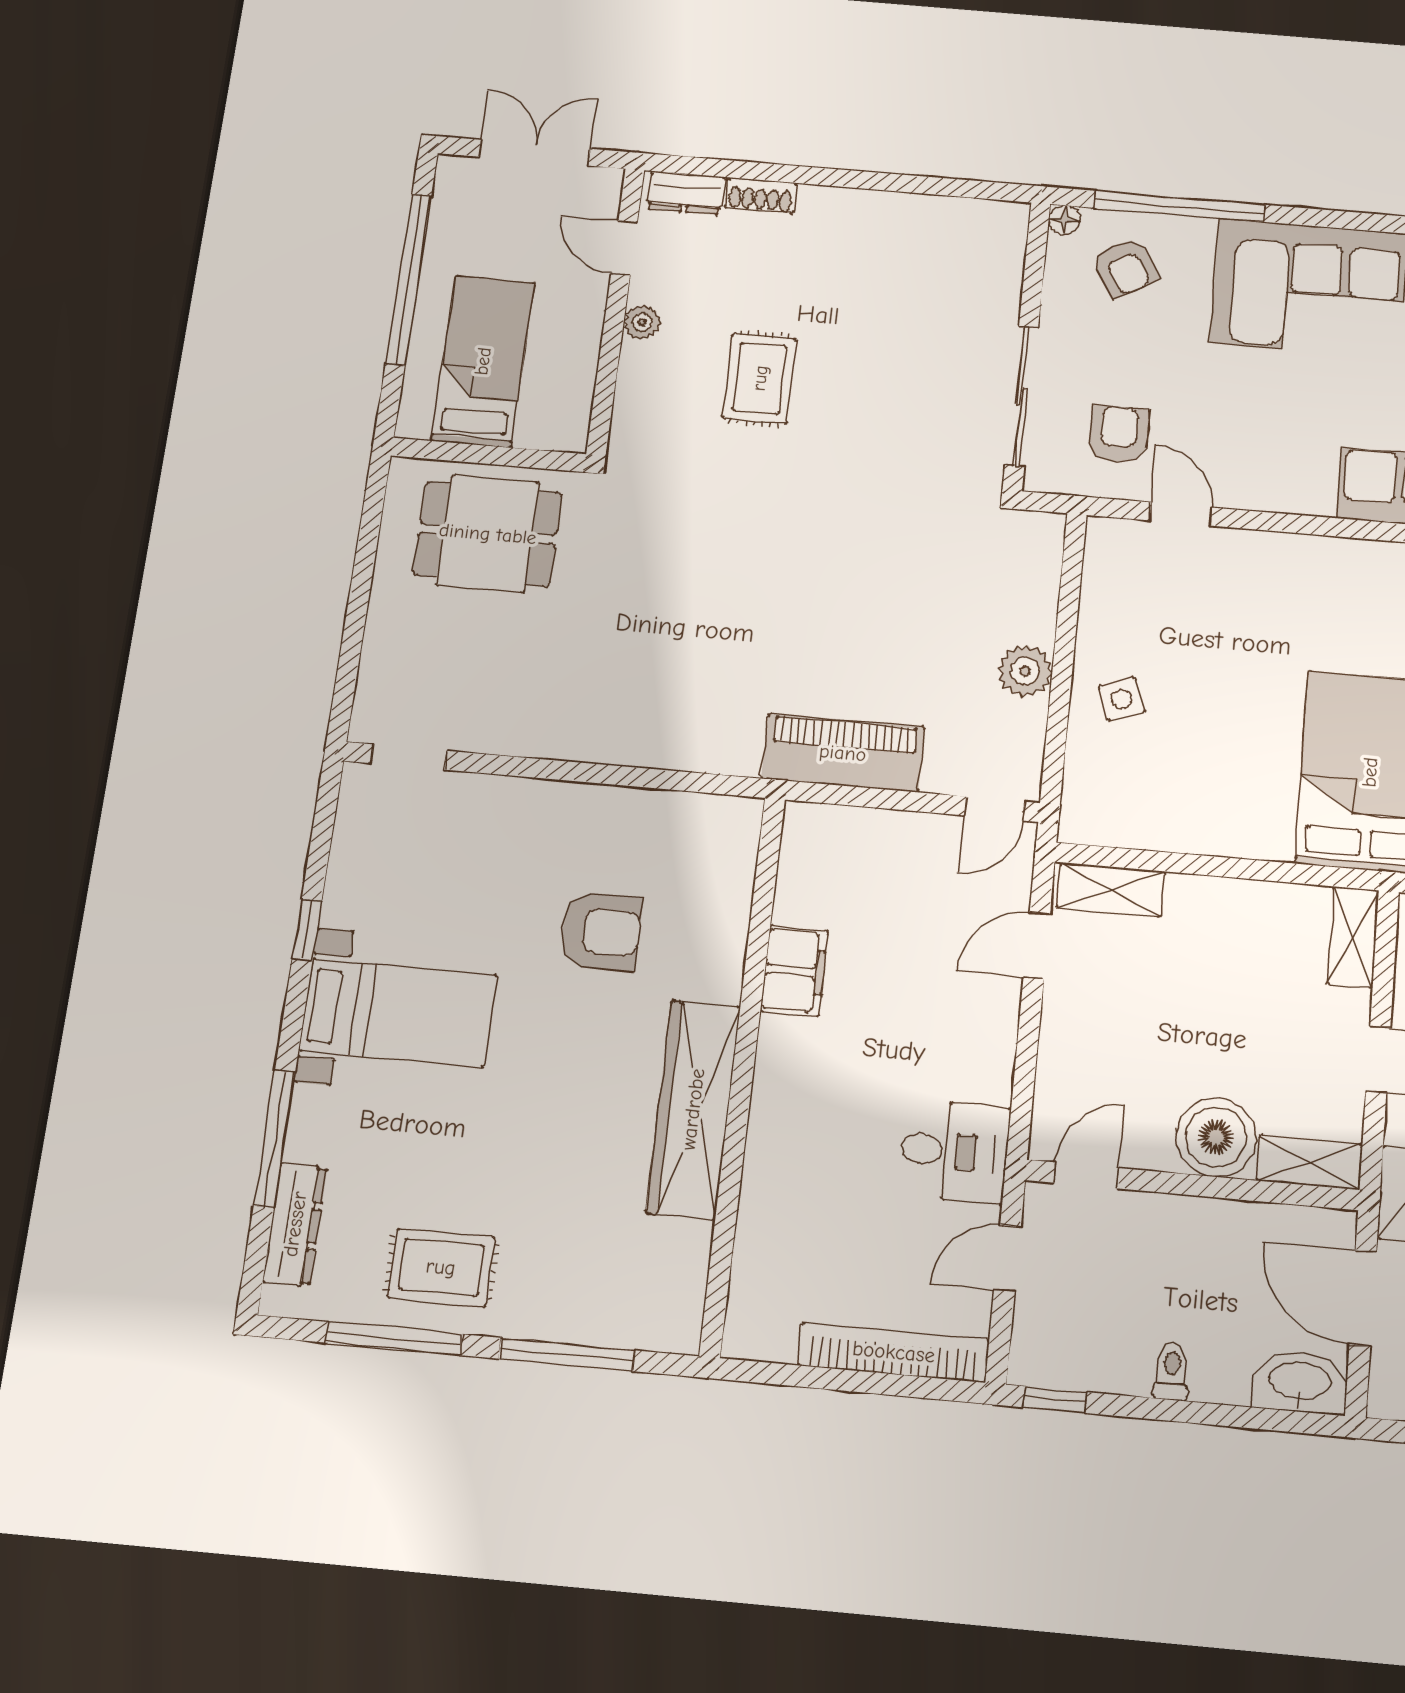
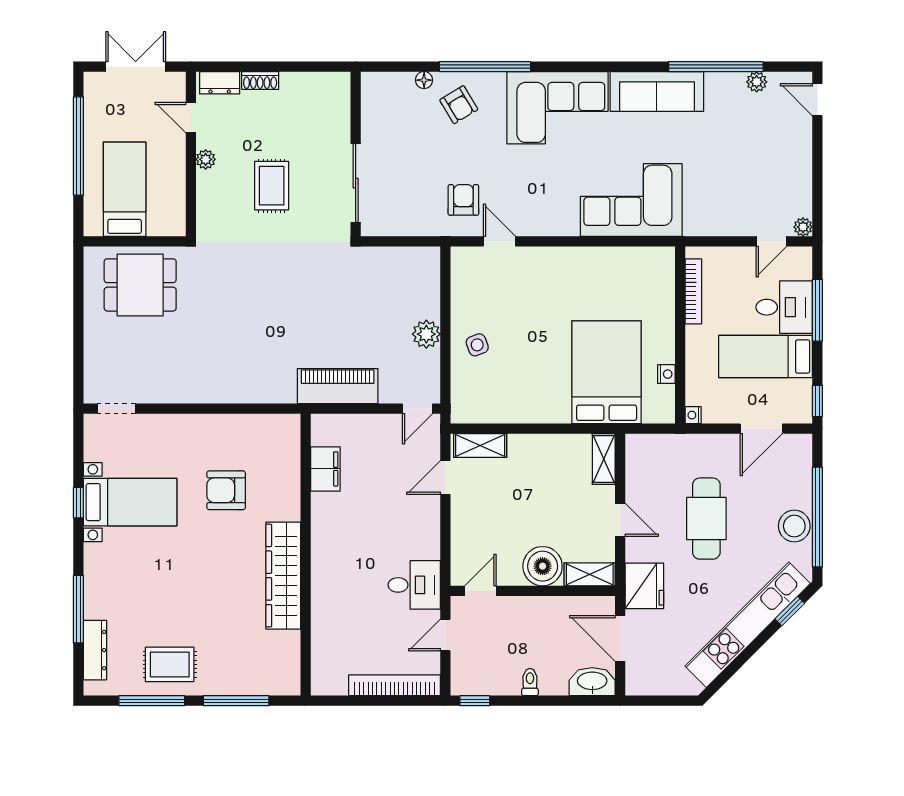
wall: (1027, 345) -> (356, 154), moved
sliding door: (1022, 396) -> (356, 183), moved
armchair: (601, 931) -> (226, 490), turned 180
filing cabinet: (794, 971) -> (325, 469), moved
bed with nightstands: (398, 1013) -> (130, 502), moved

